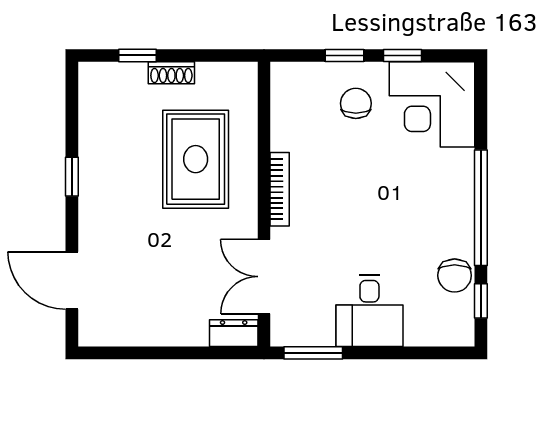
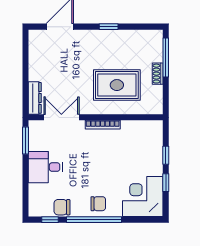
window: (138, 55) -> (166, 58), width x2.17
chair: (356, 103) -> (98, 204), moved
dresser: (234, 333) -> (35, 98), width x1.44

